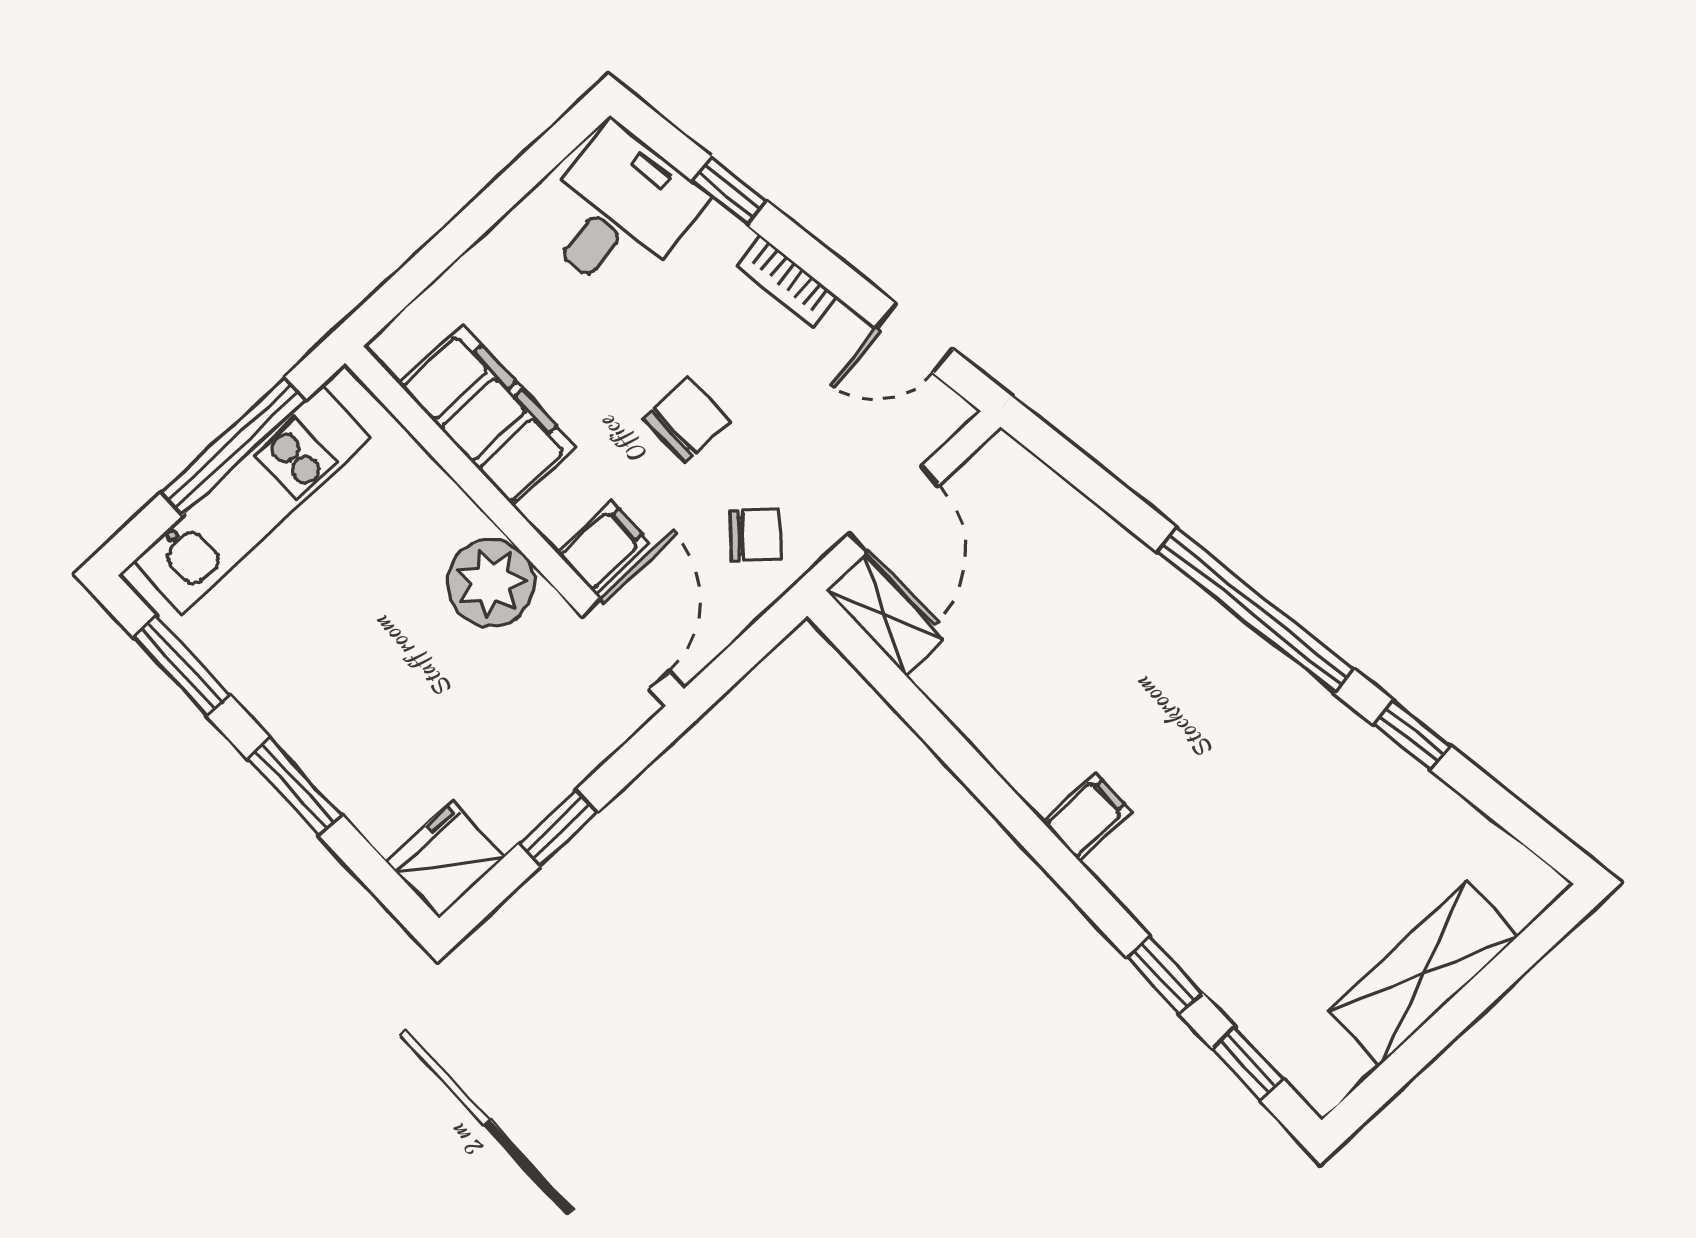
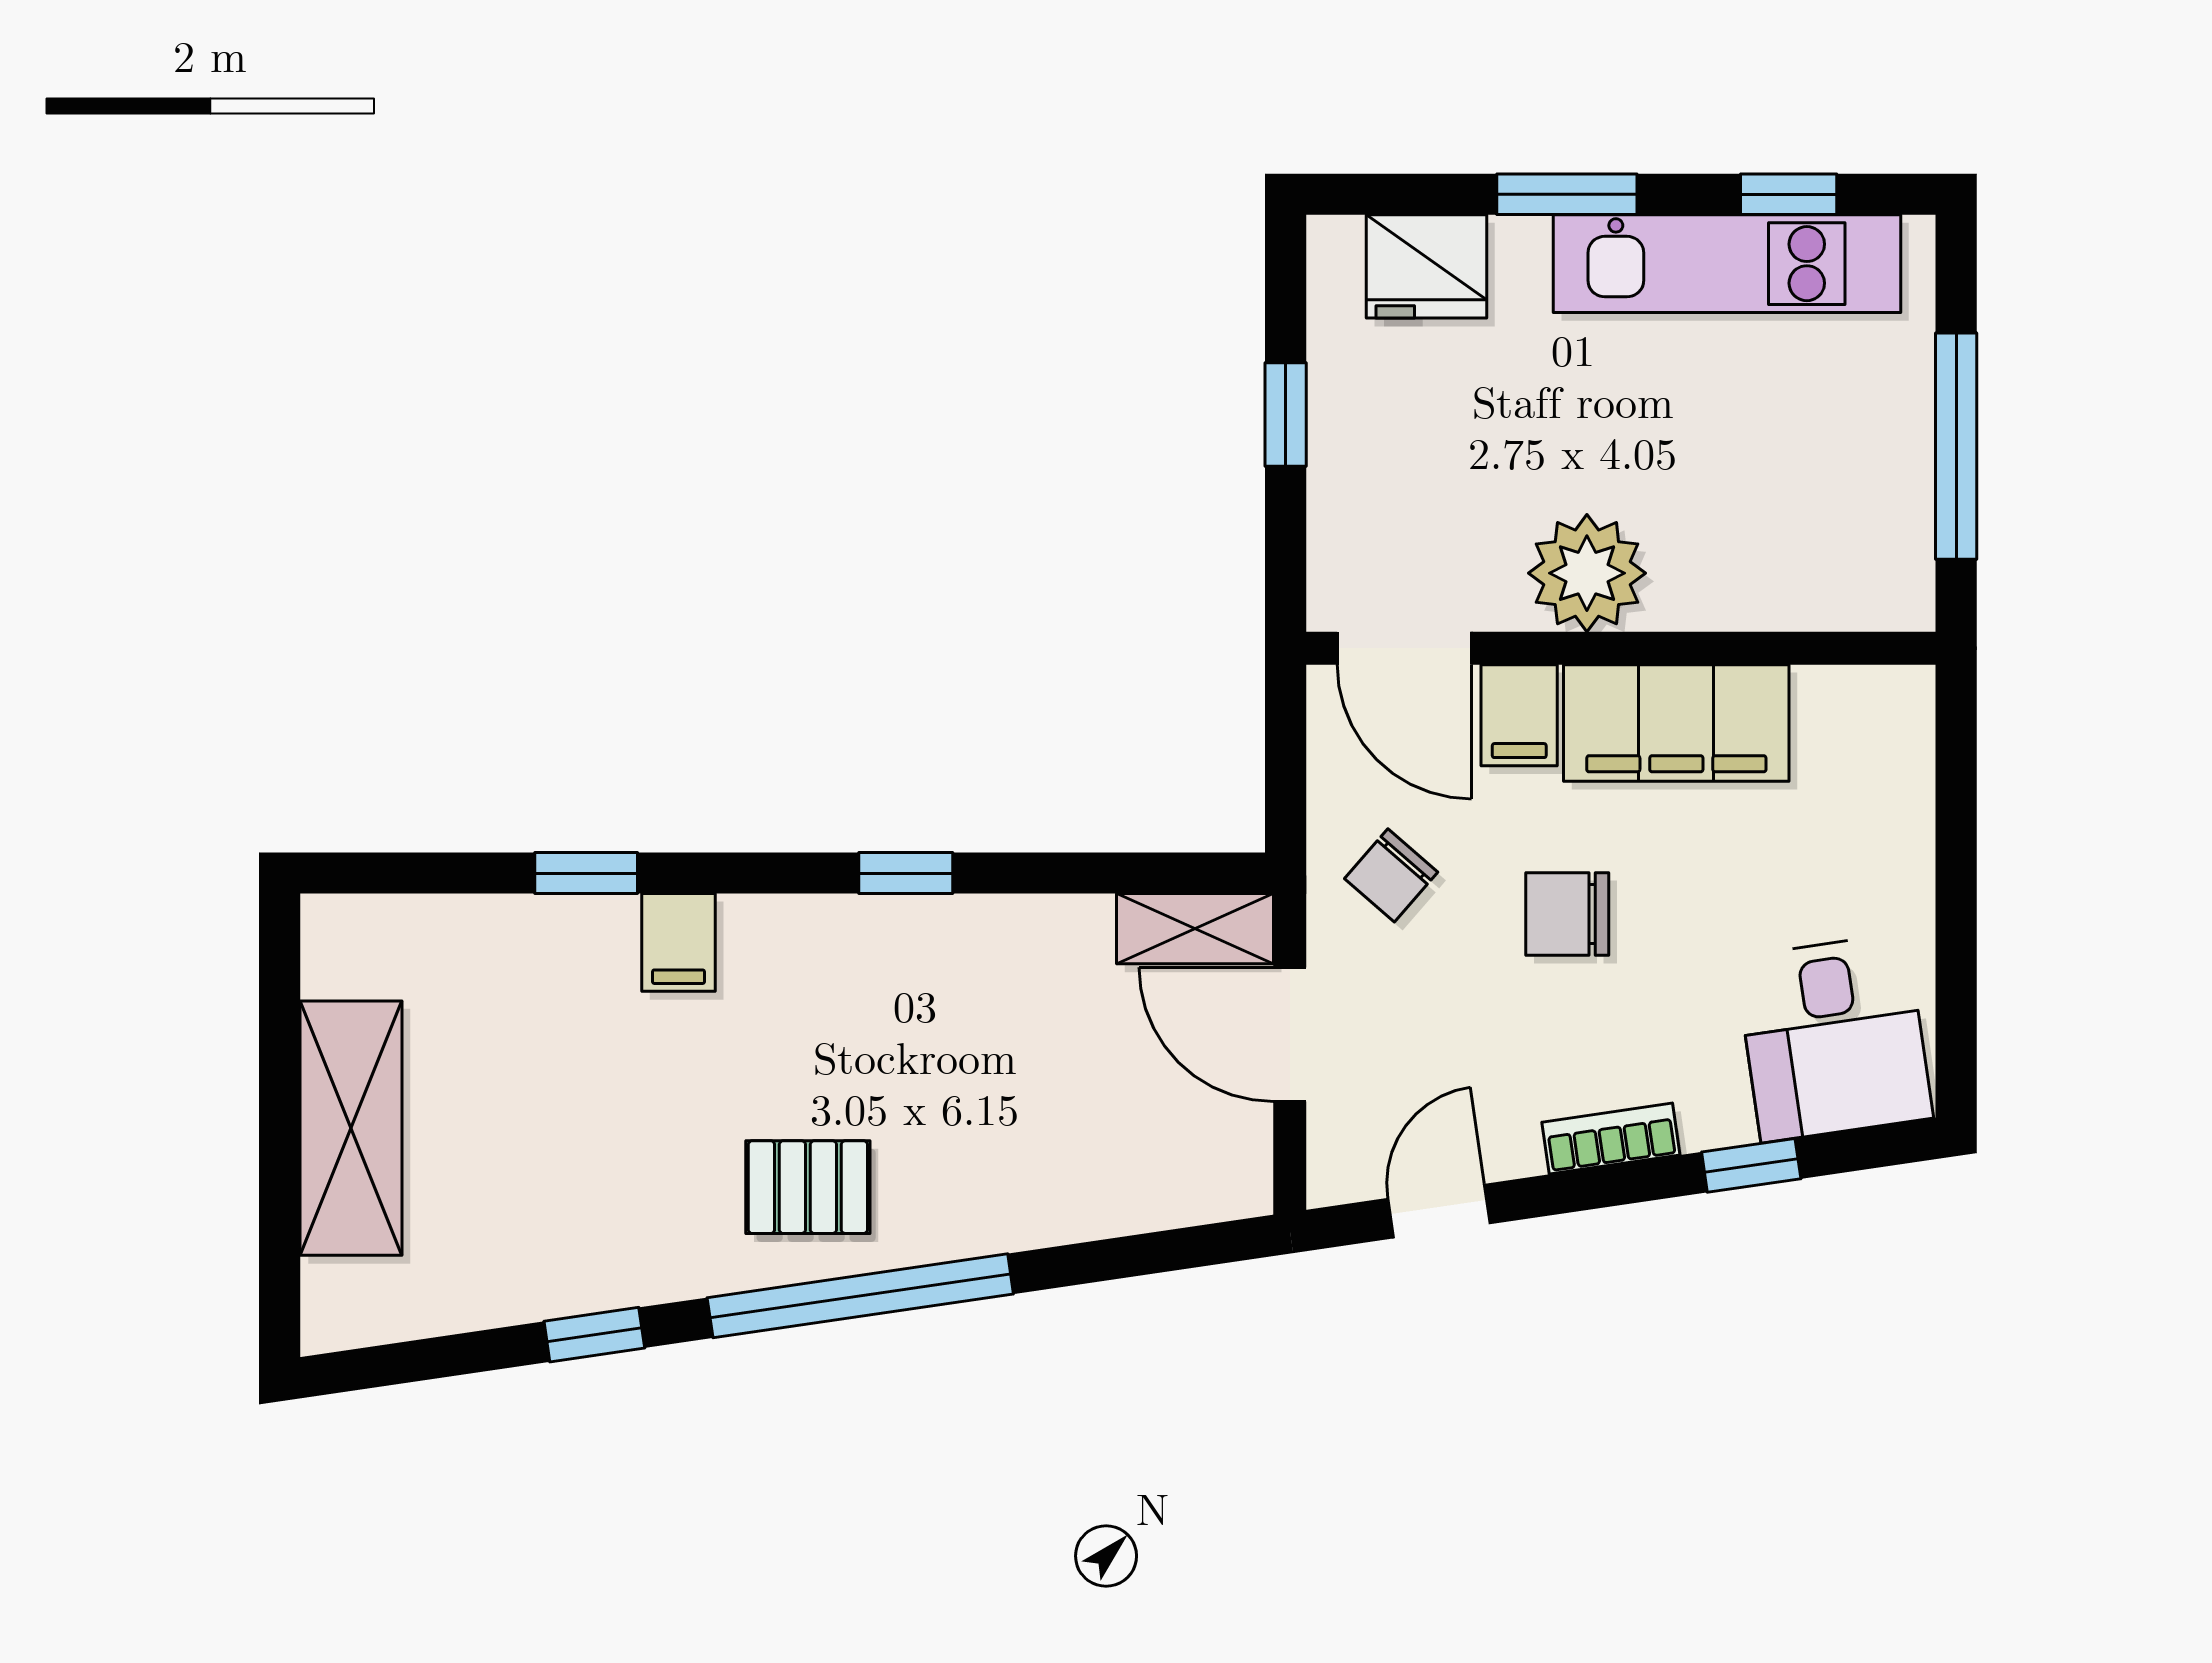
filing cabinet: (487, 415) -> (1676, 723), moved
chair: (687, 420) -> (1567, 914), turned 90
kitchen unit: (252, 500) -> (1727, 264), moved, turned -90
window: (182, 666) -> (1789, 194), width x0.67
pallet: (1223, 694) -> (808, 1187), added
filing cabinet: (1087, 816) -> (678, 942), moved
fridge: (445, 860) -> (1426, 266), moved, turned 90
window: (1248, 1064) -> (906, 873), moved

